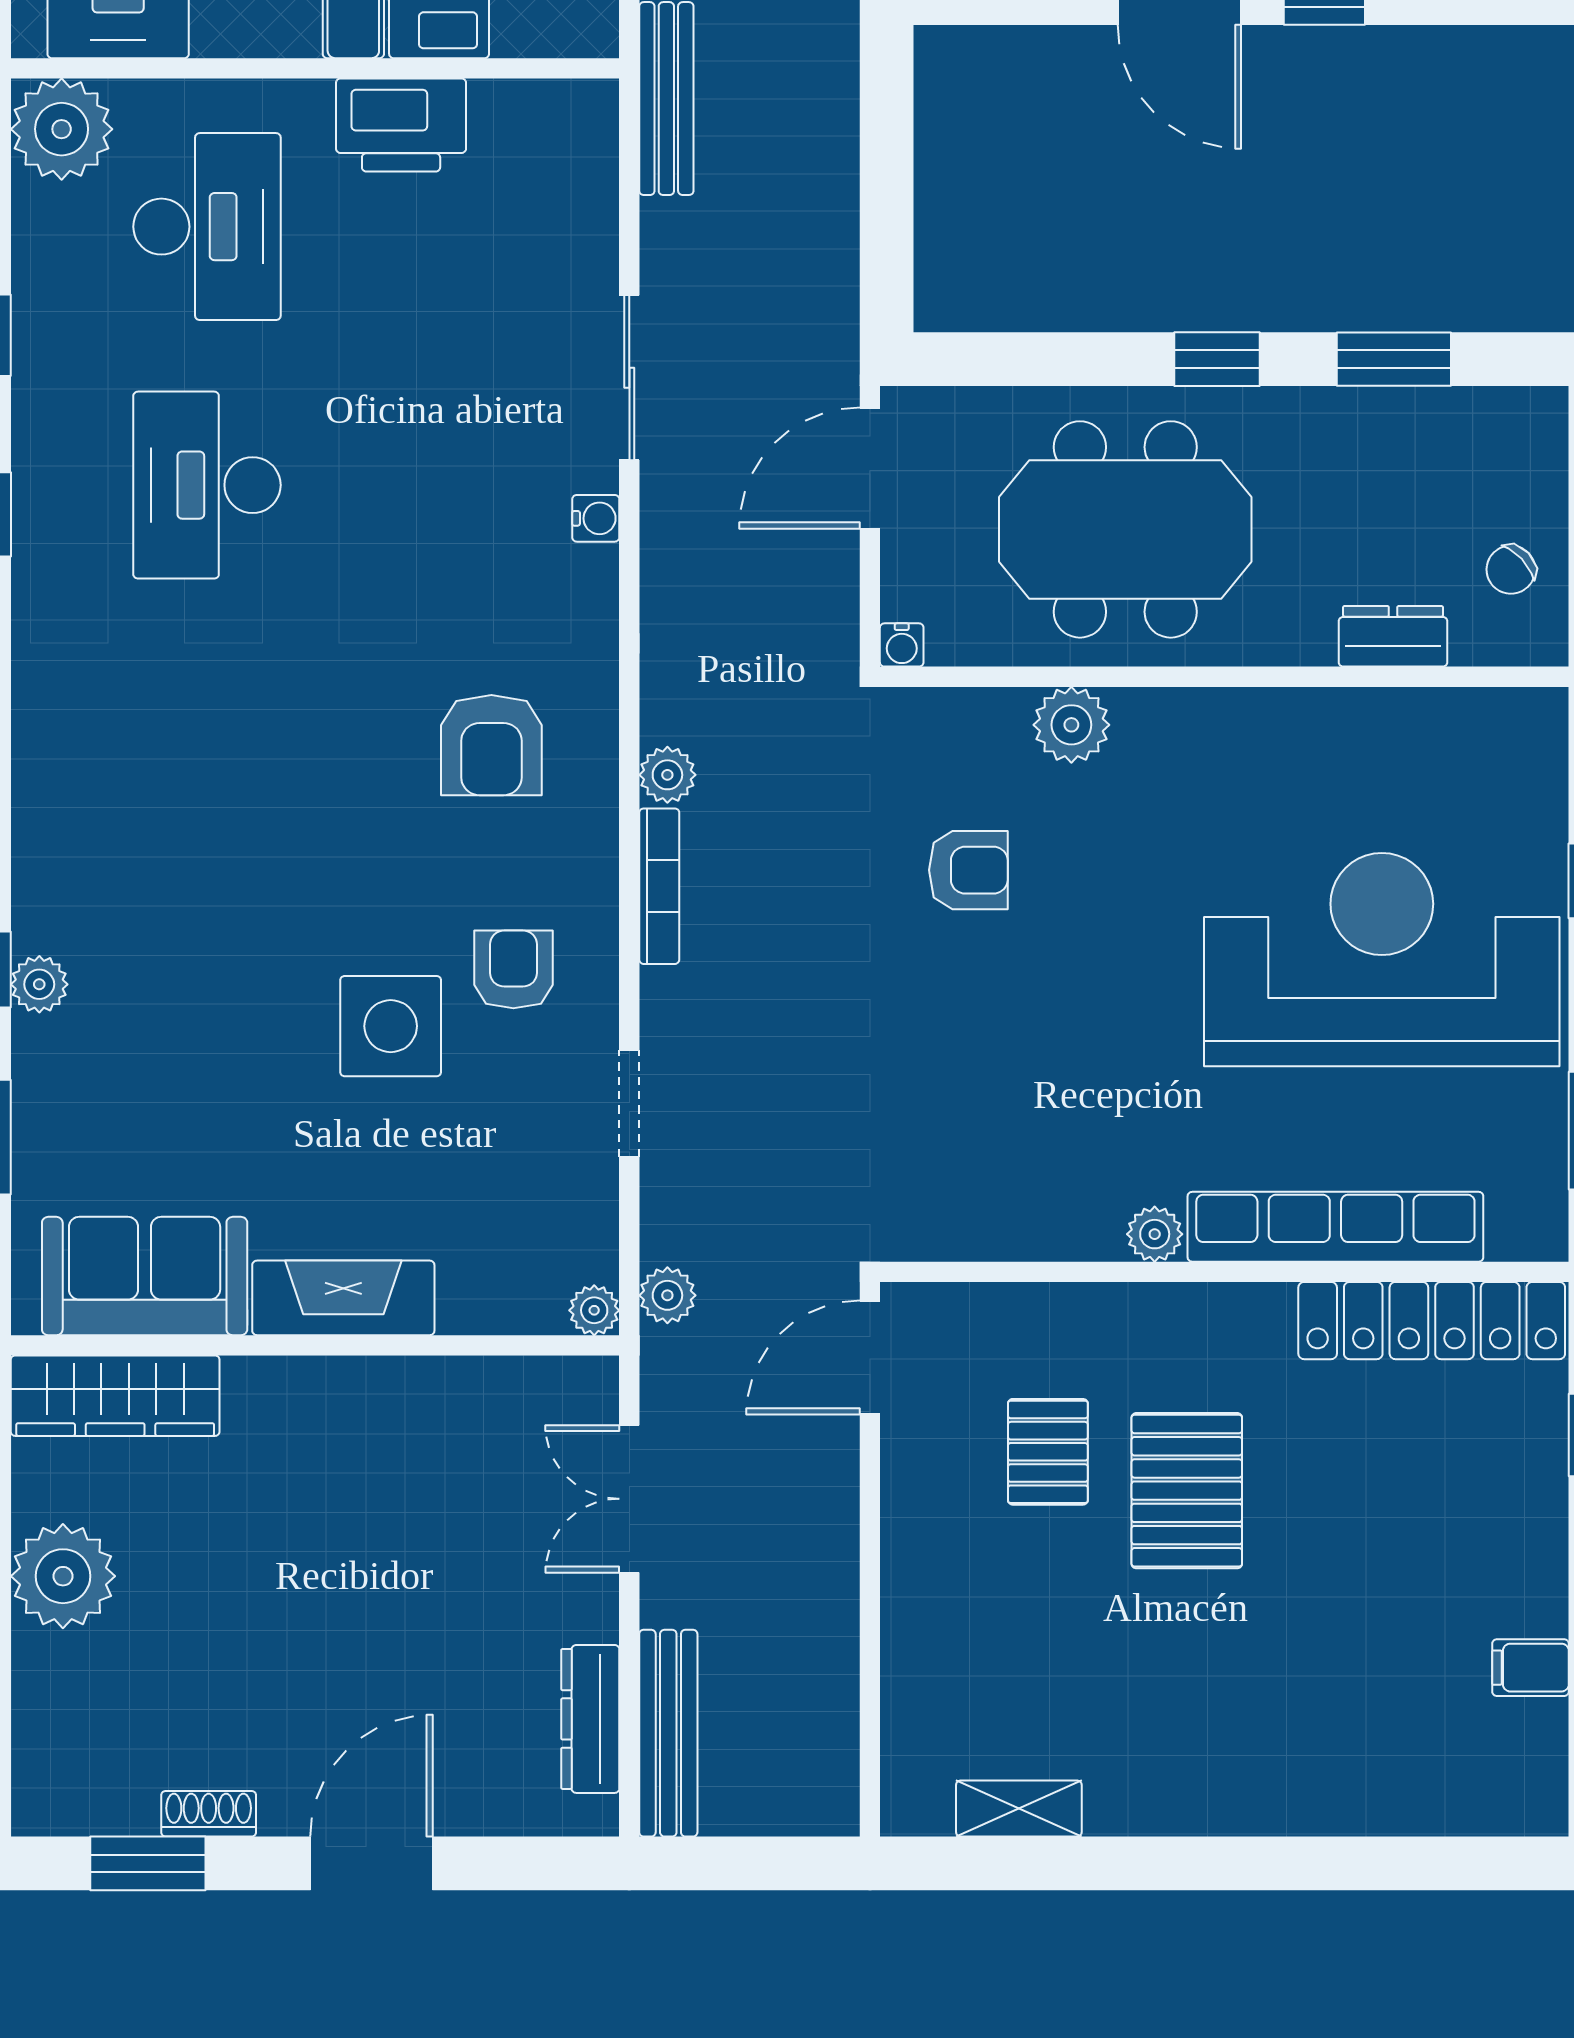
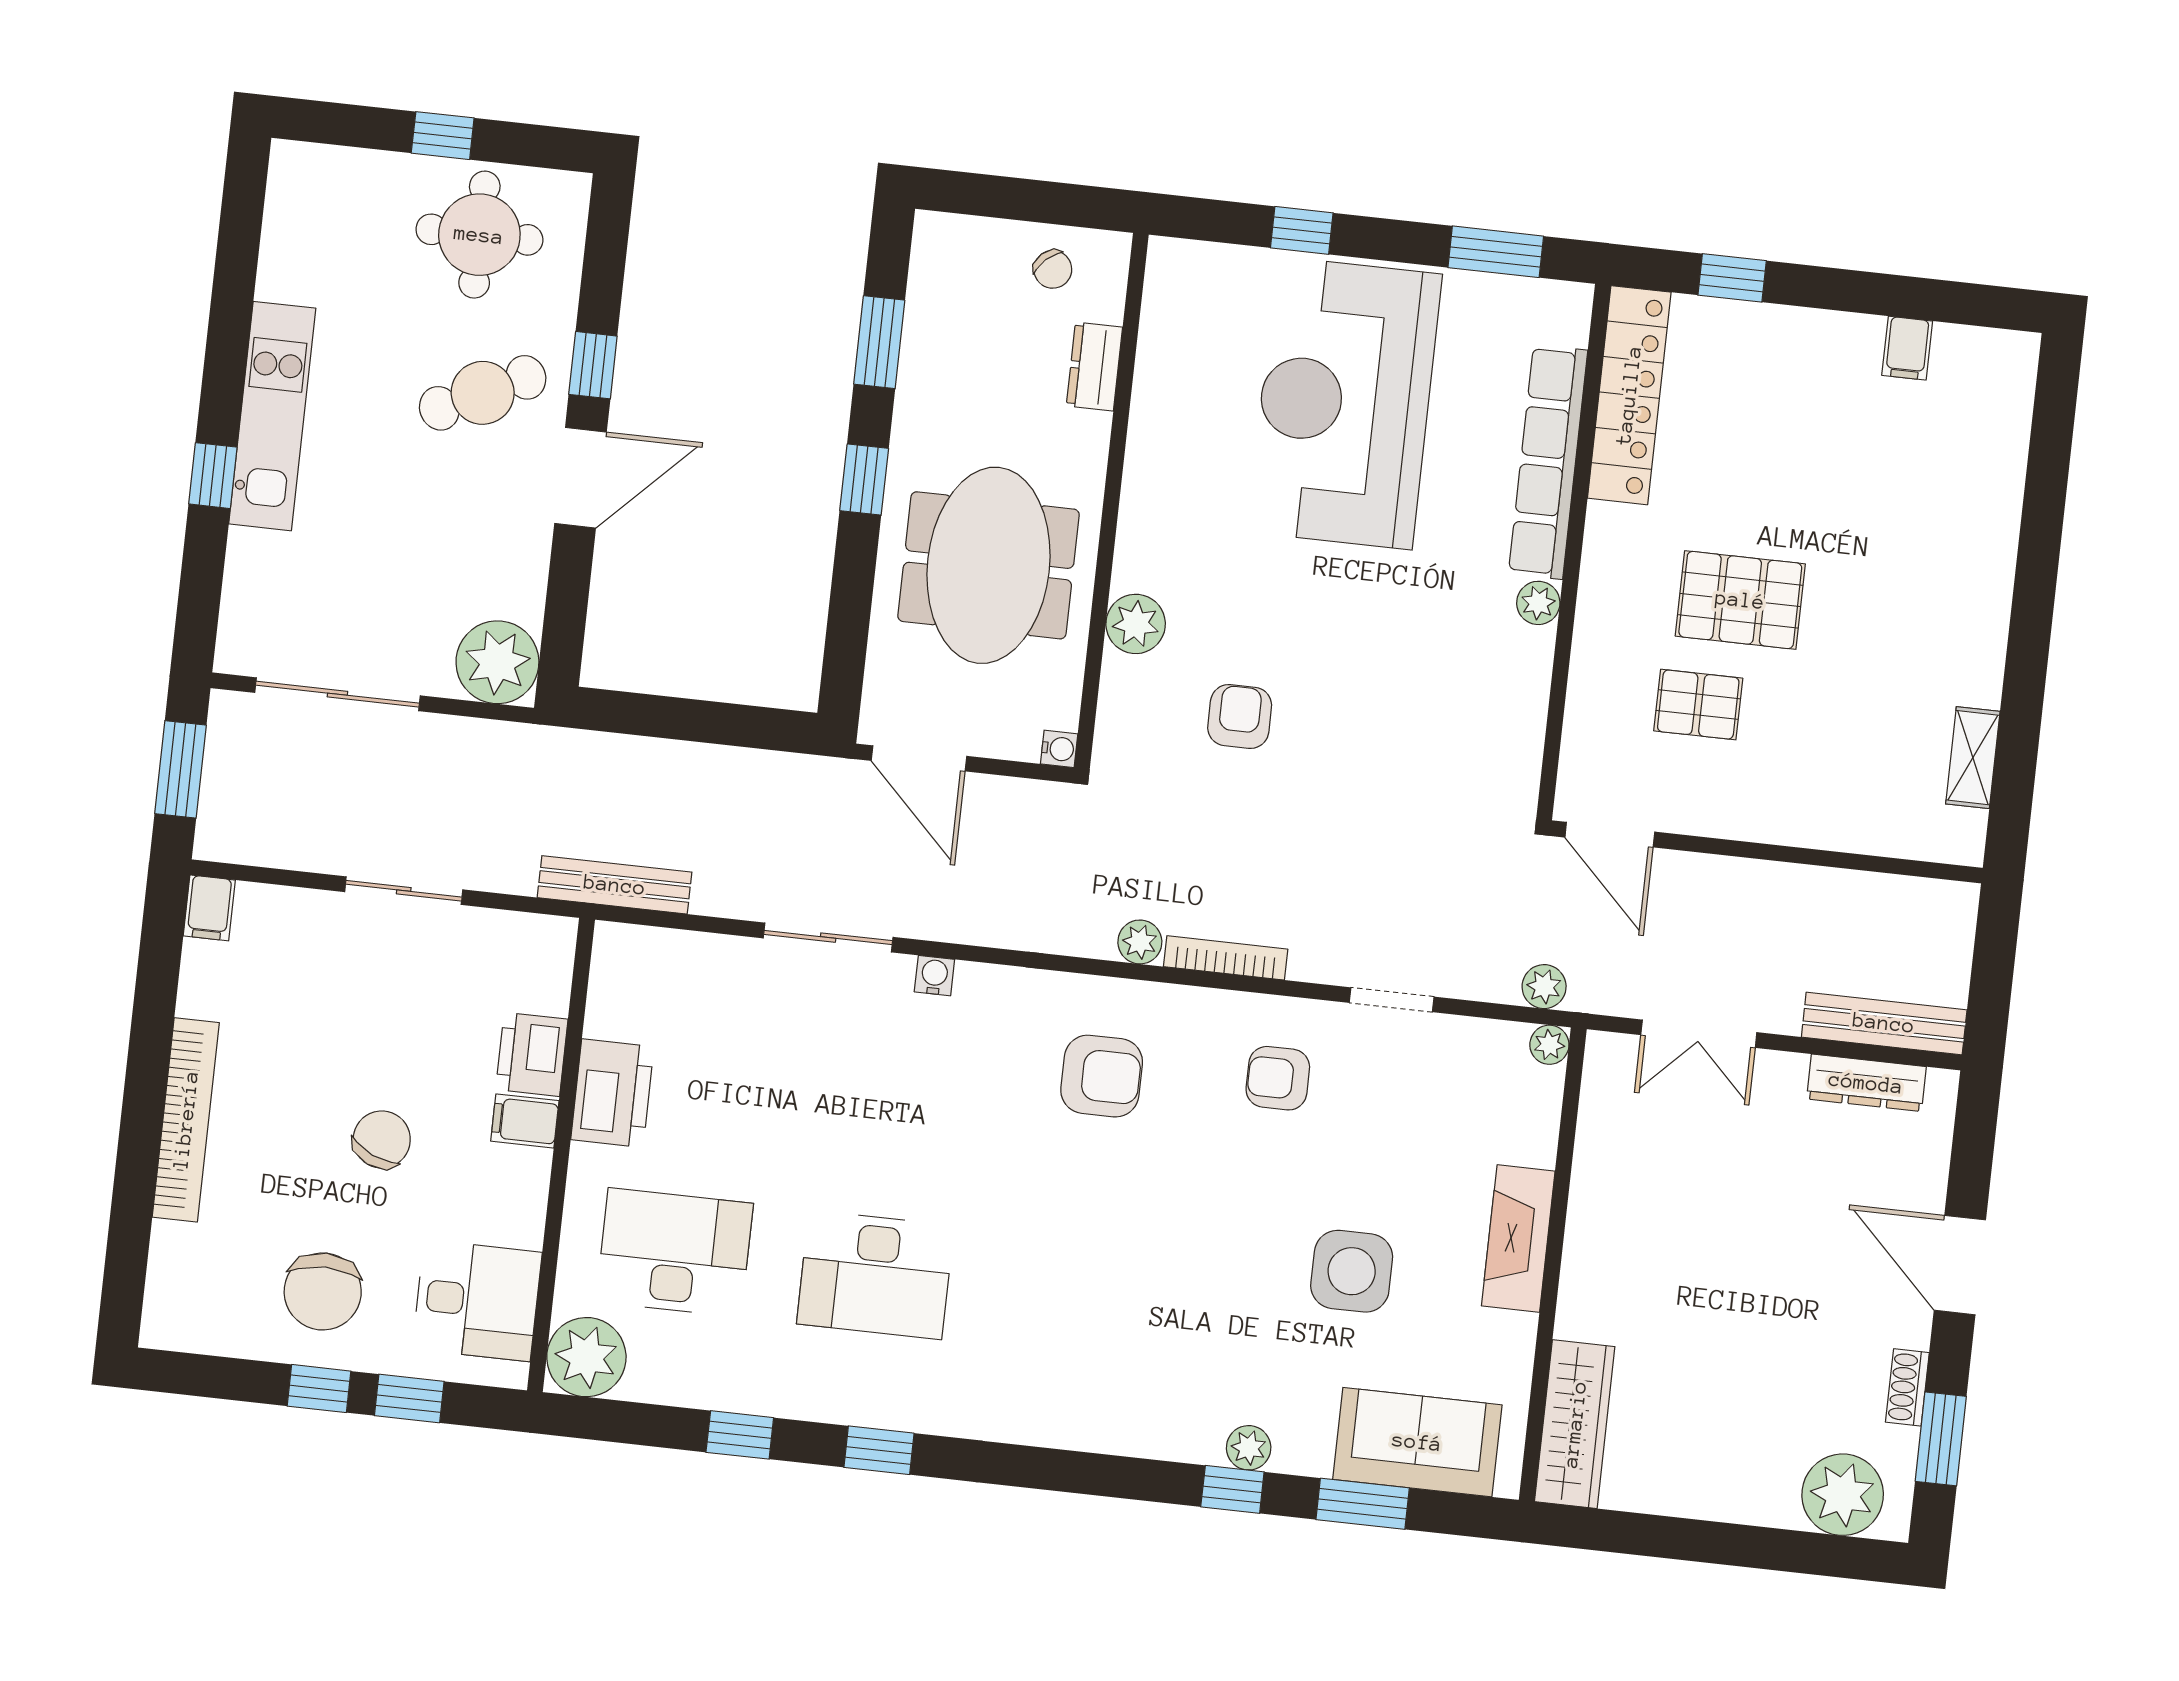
side table: (391, 1026) -> (1352, 1271), moved
sofa: (145, 1276) -> (1417, 1442), moved, turned 90
plant: (63, 1576) -> (1843, 1495), moved

